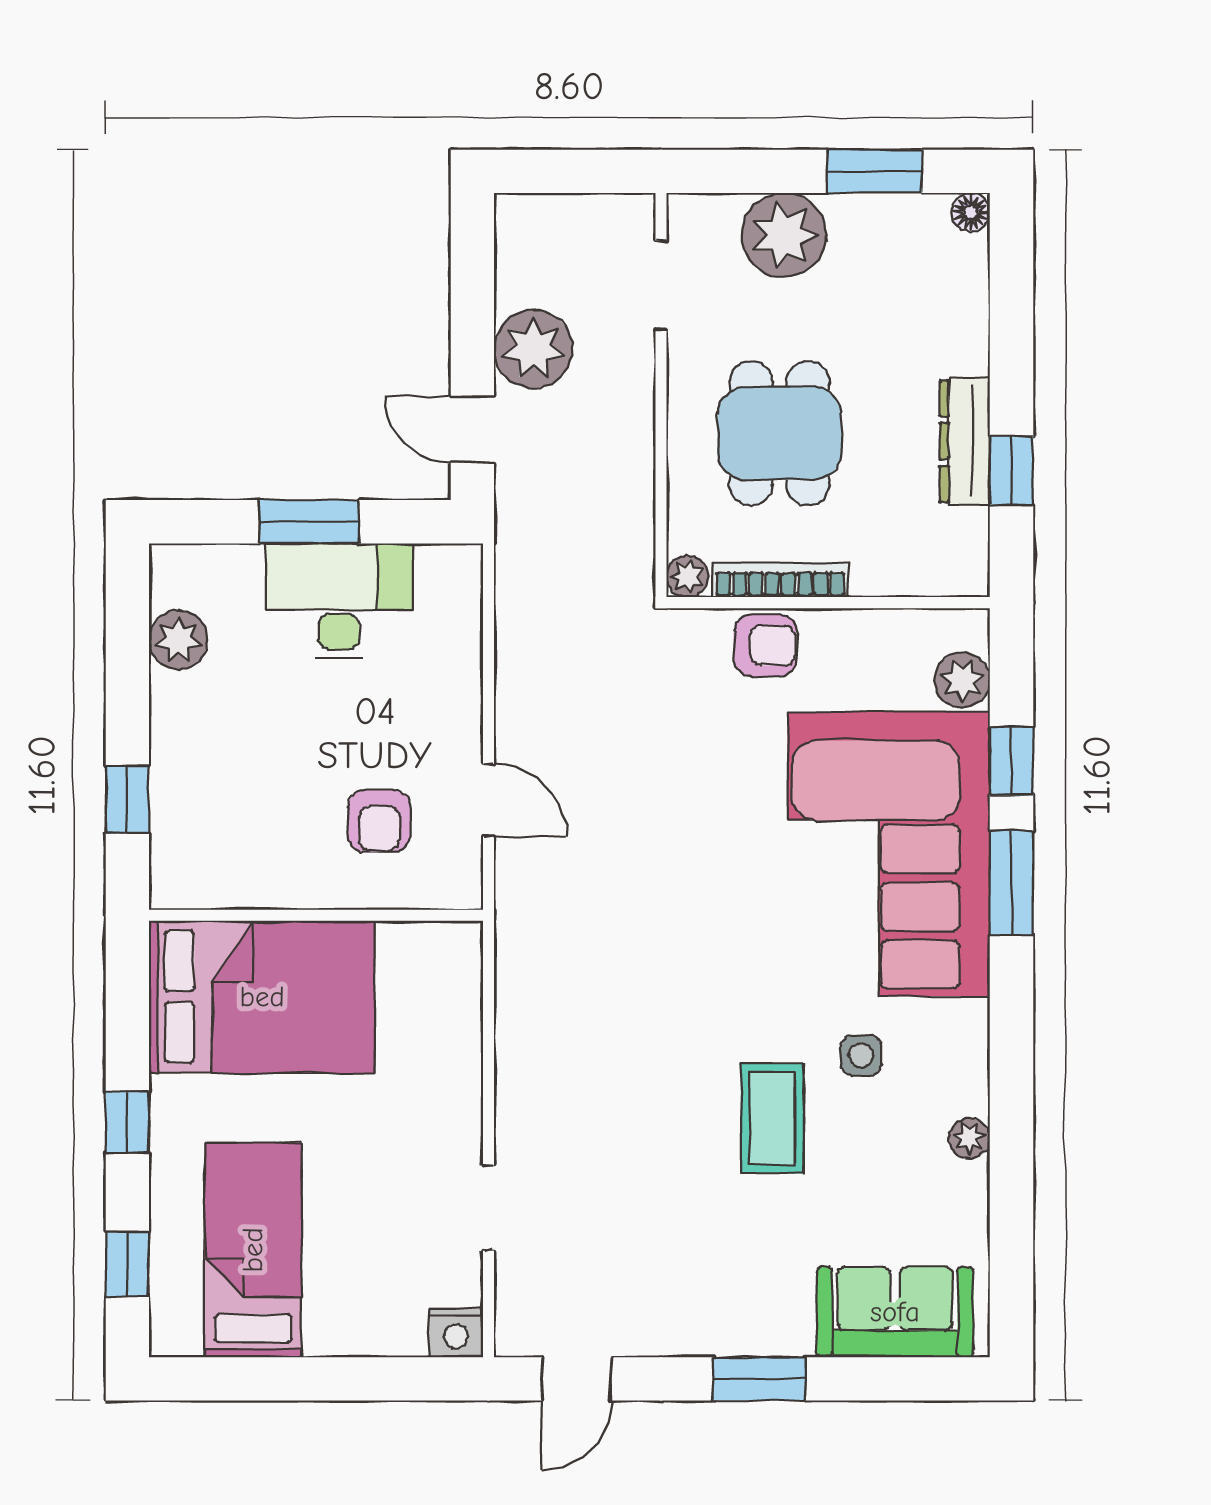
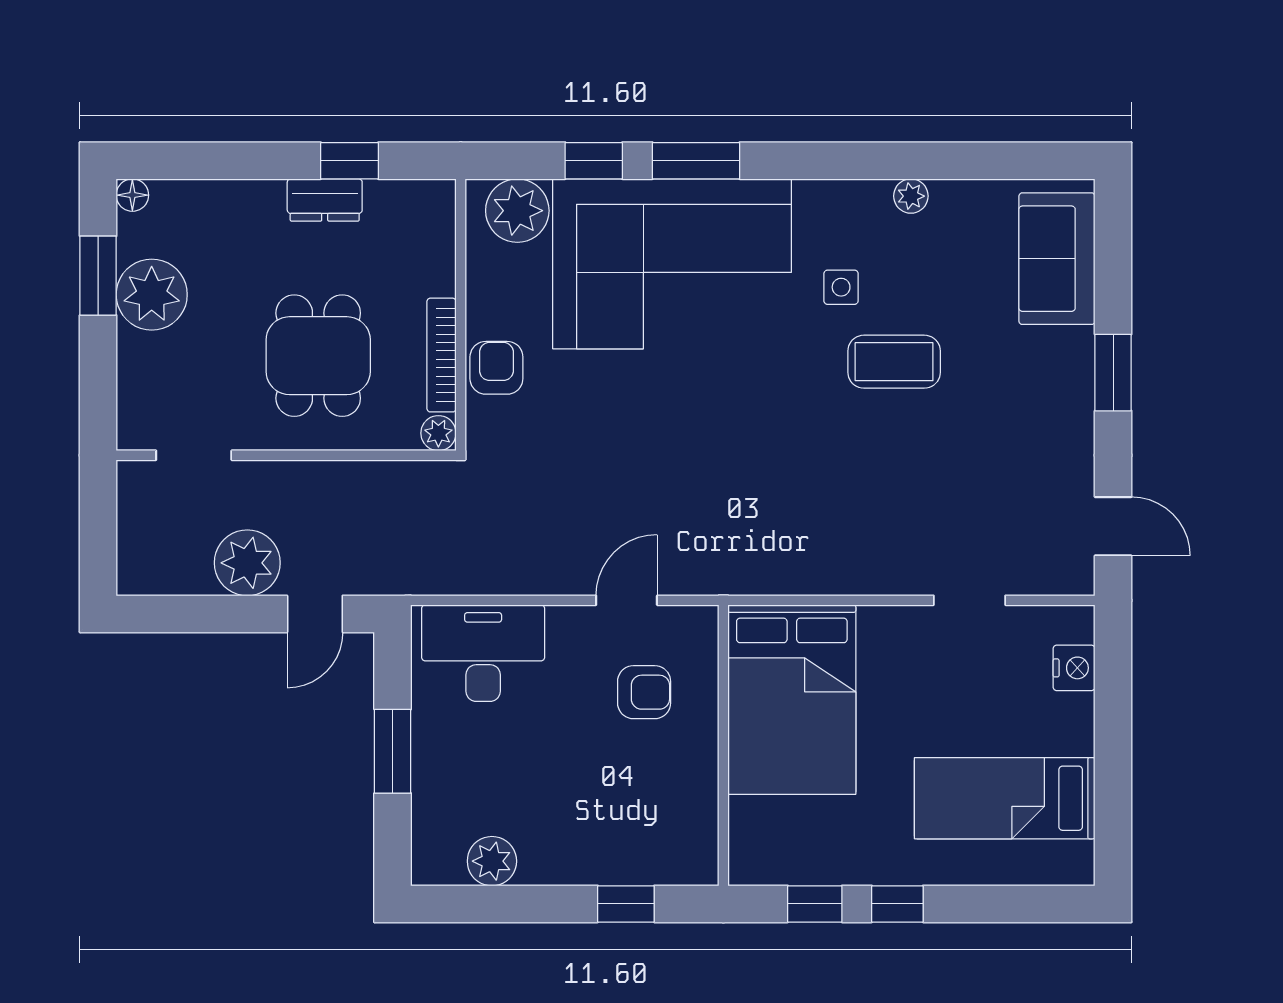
plant: (784, 235) -> (152, 295), moved
dining table: (780, 433) -> (318, 356), turned 90
dresser: (965, 441) -> (325, 200), width x0.70
desk: (339, 601) -> (483, 653), moved, turned 90
plant: (962, 680) -> (517, 211), width x1.36, depth x1.36
bed: (262, 997) -> (792, 700), moved, turned 180
window: (127, 1264) -> (815, 904), moved
nightstand: (456, 1332) -> (1074, 668), moved

